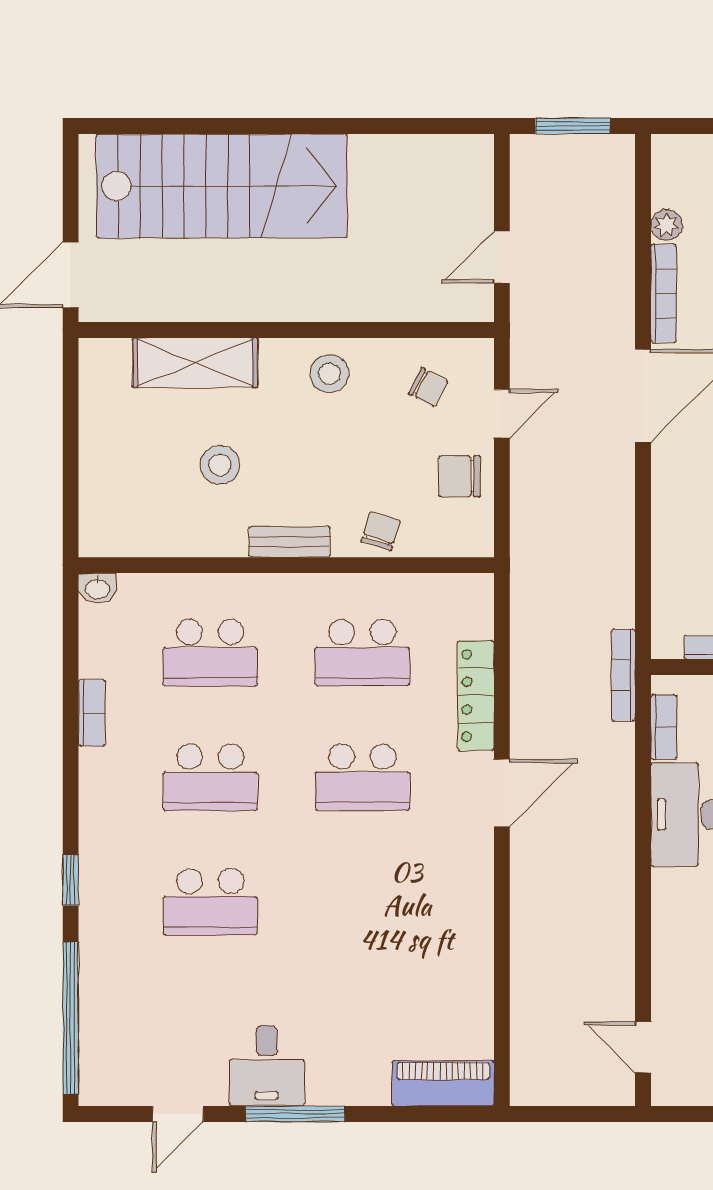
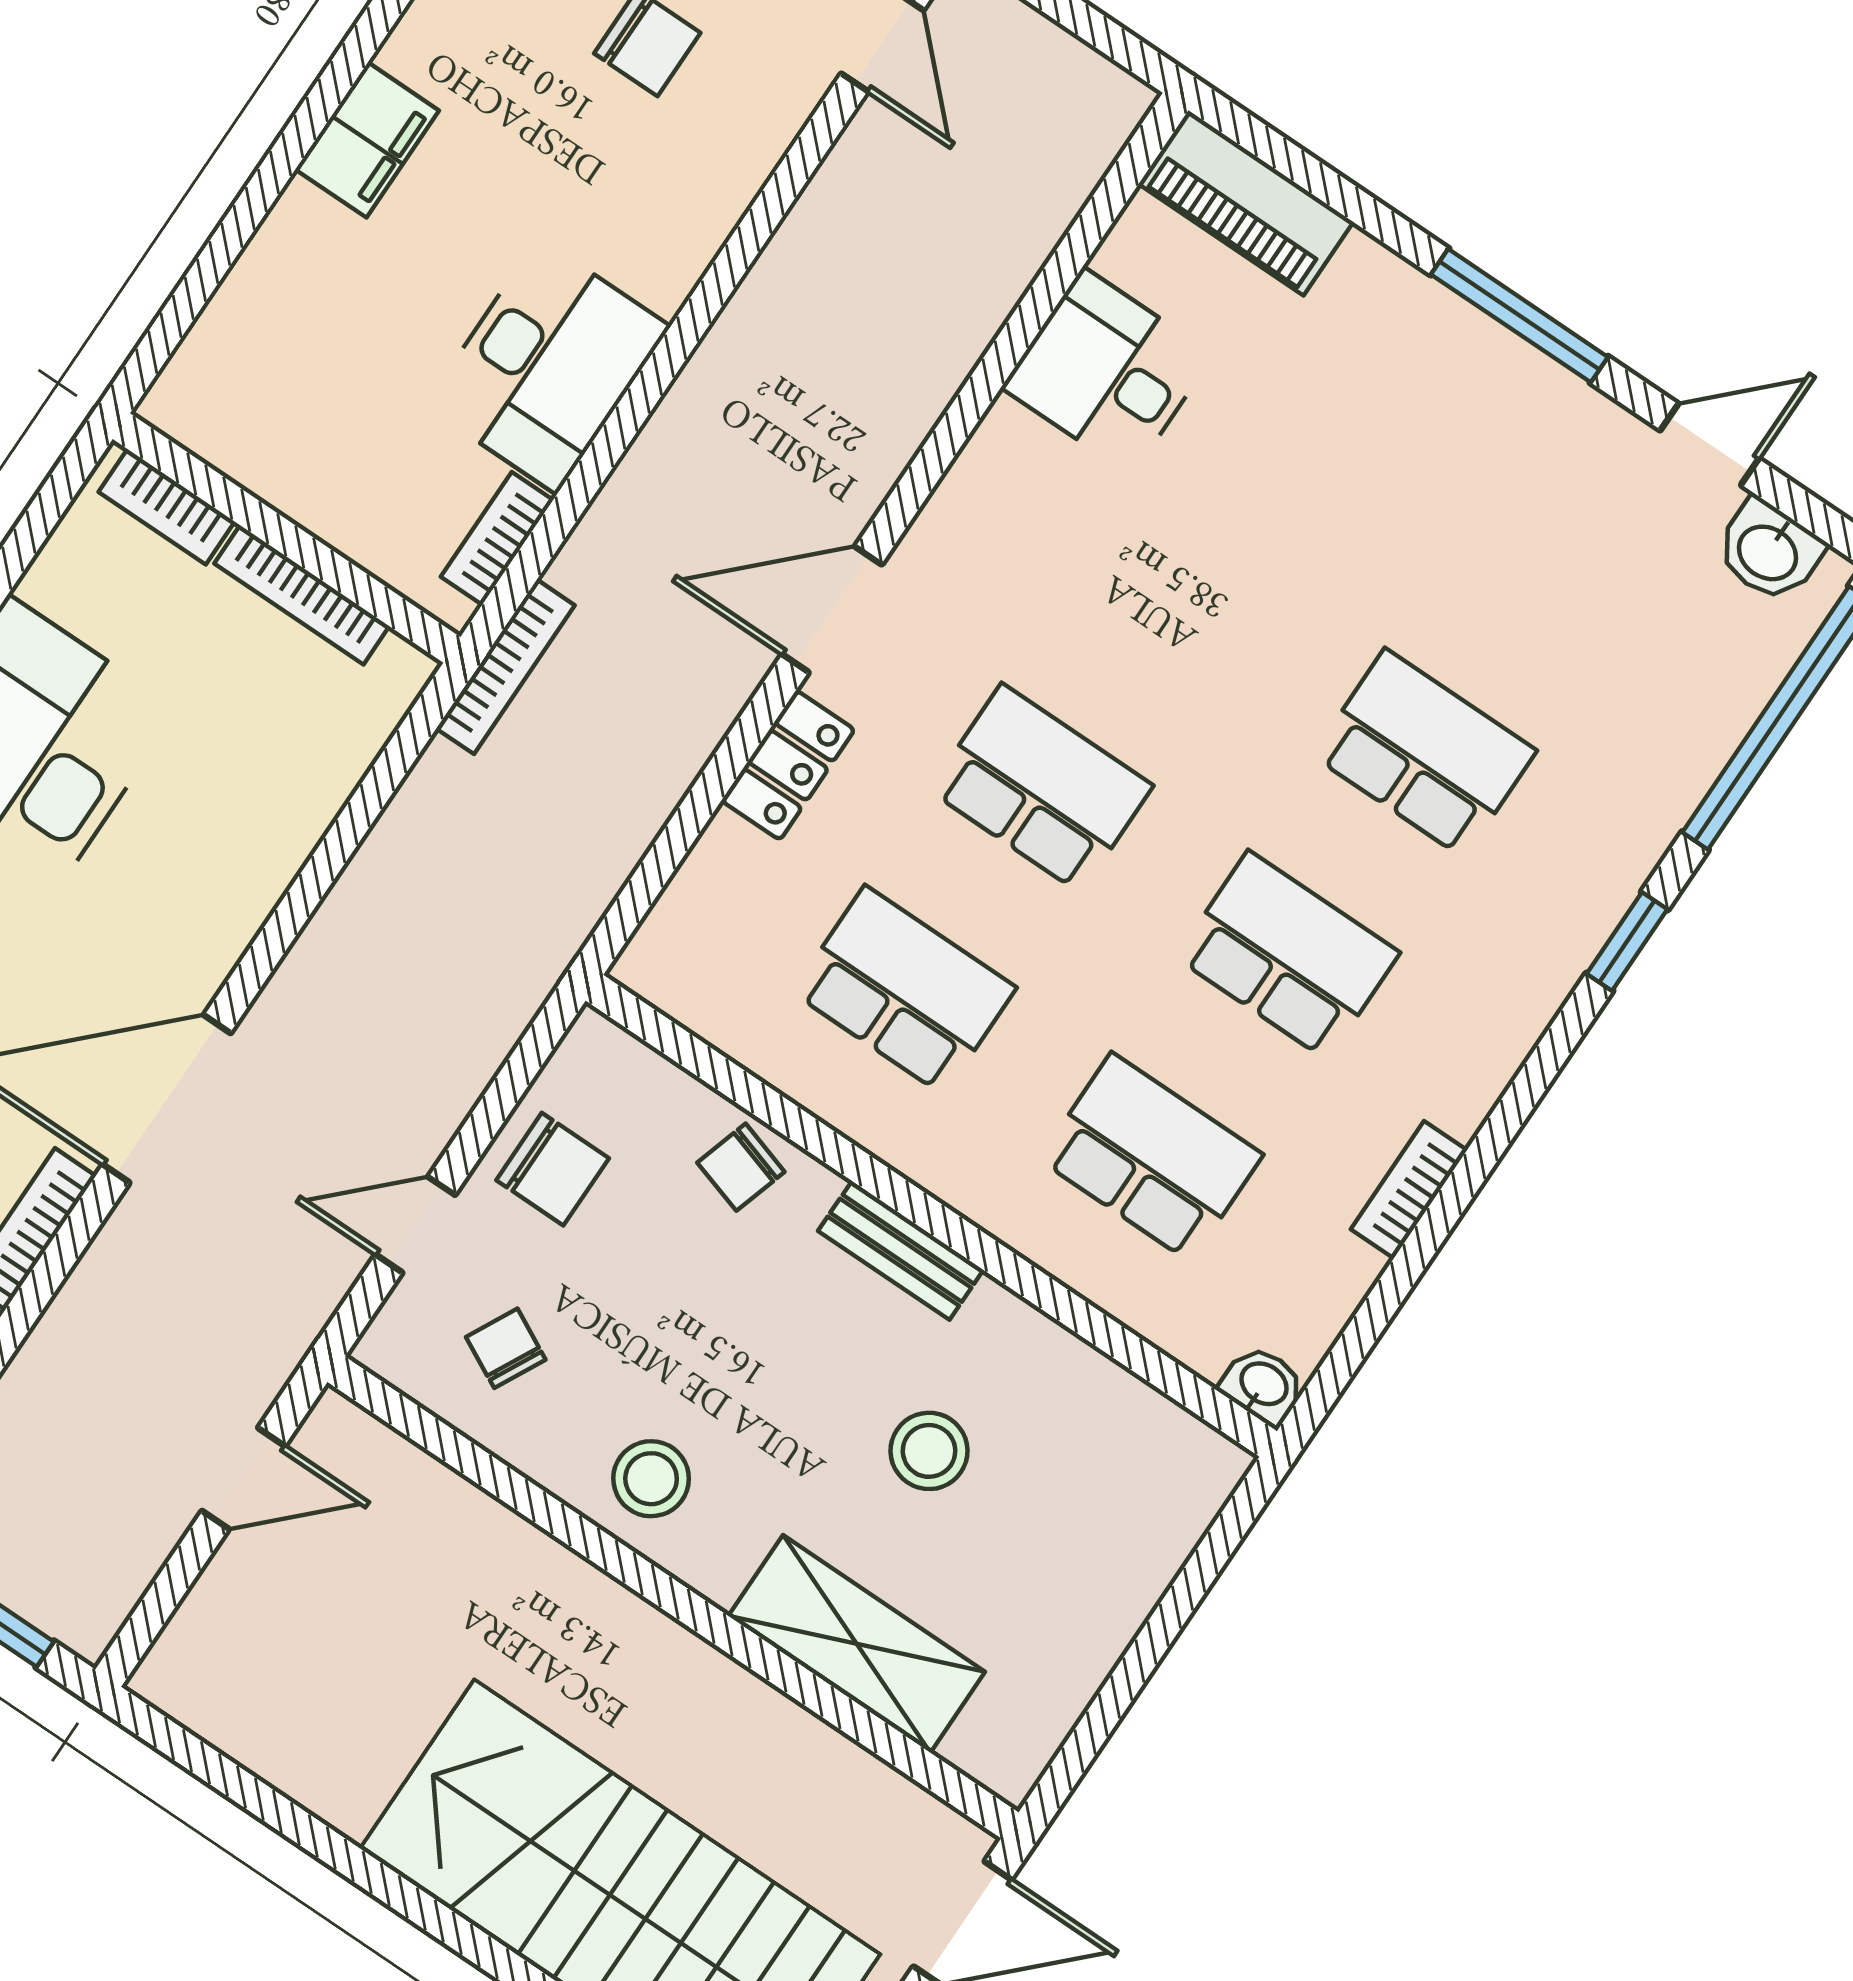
locker: (476, 696) -> (788, 765), width x0.66
desk: (267, 1066) -> (1107, 371), moved, turned -90
washbasin: (122, 1086) -> (1769, 551), added

